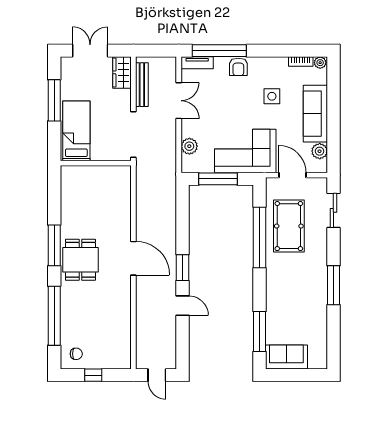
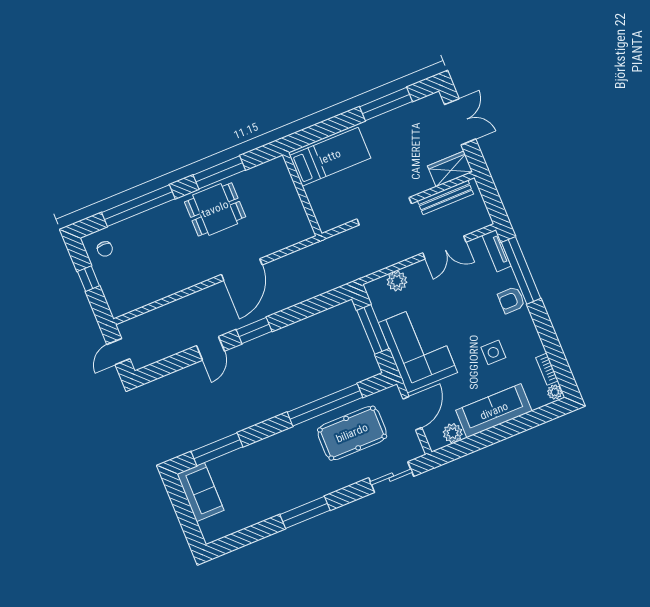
bed: (76, 131) -> (330, 157), moved
wall: (96, 163) -> (302, 194), moved

